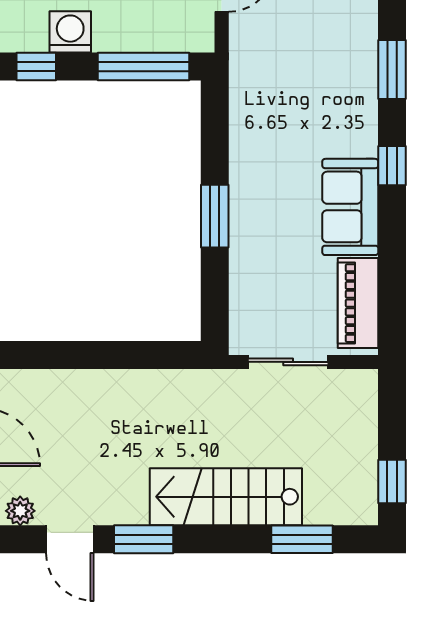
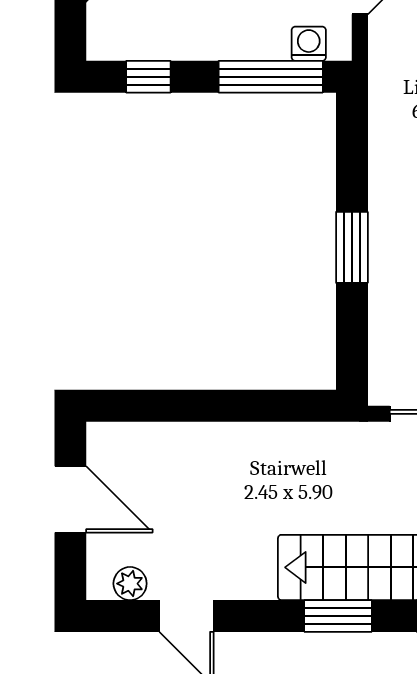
washing machine: (70, 32) -> (309, 44), moved, width x0.73, depth x0.73
window: (144, 539) -> (338, 616), moved

